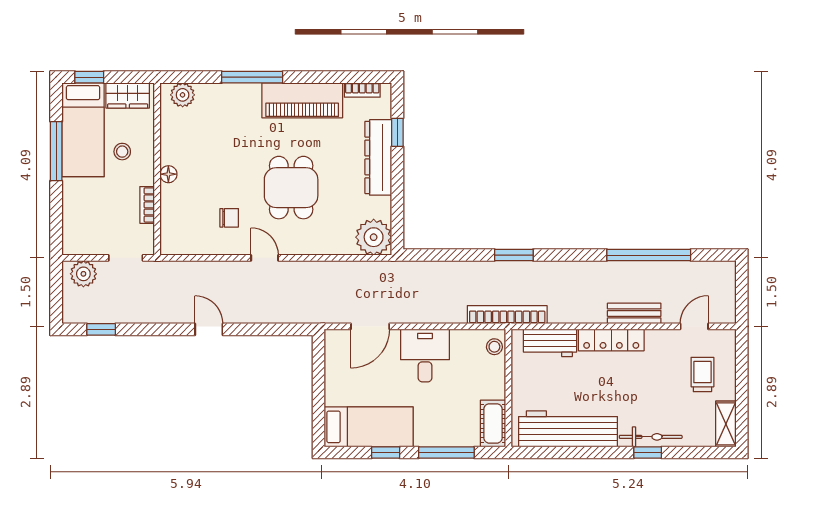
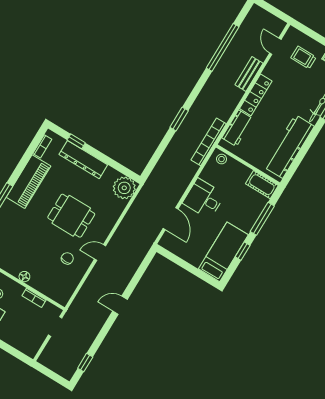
plant: (83, 274) -> (50, 354), removed

